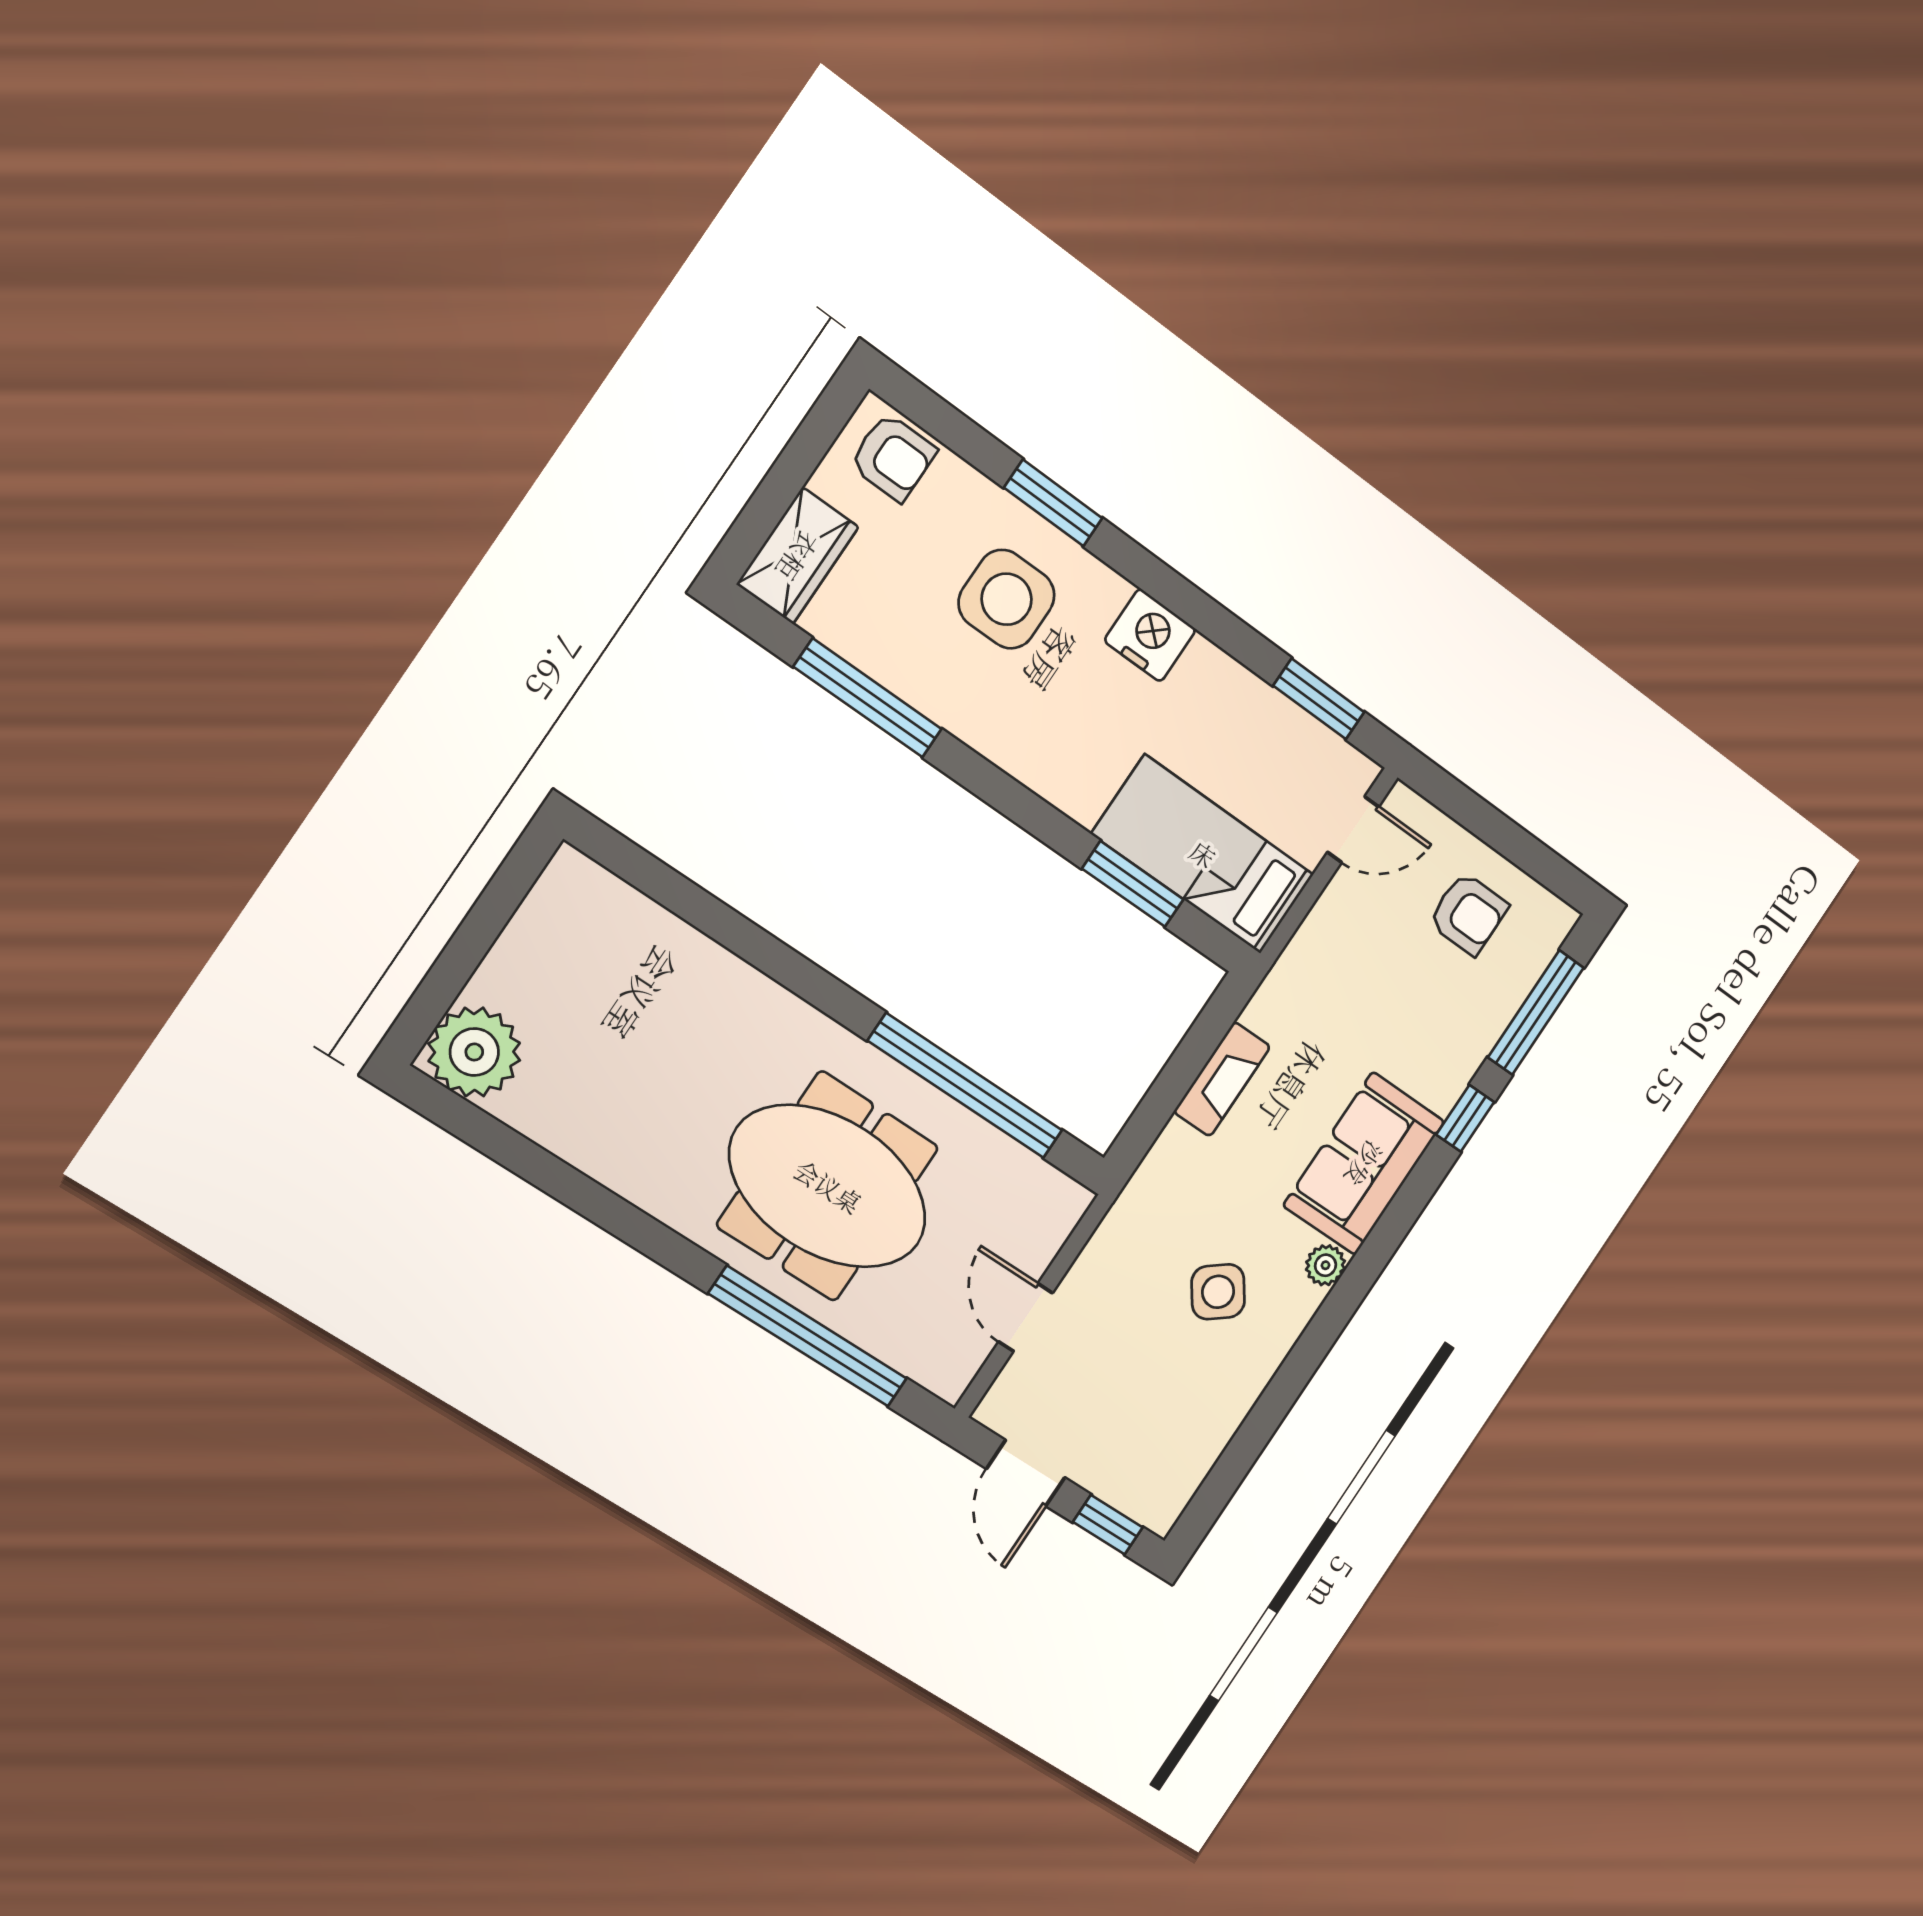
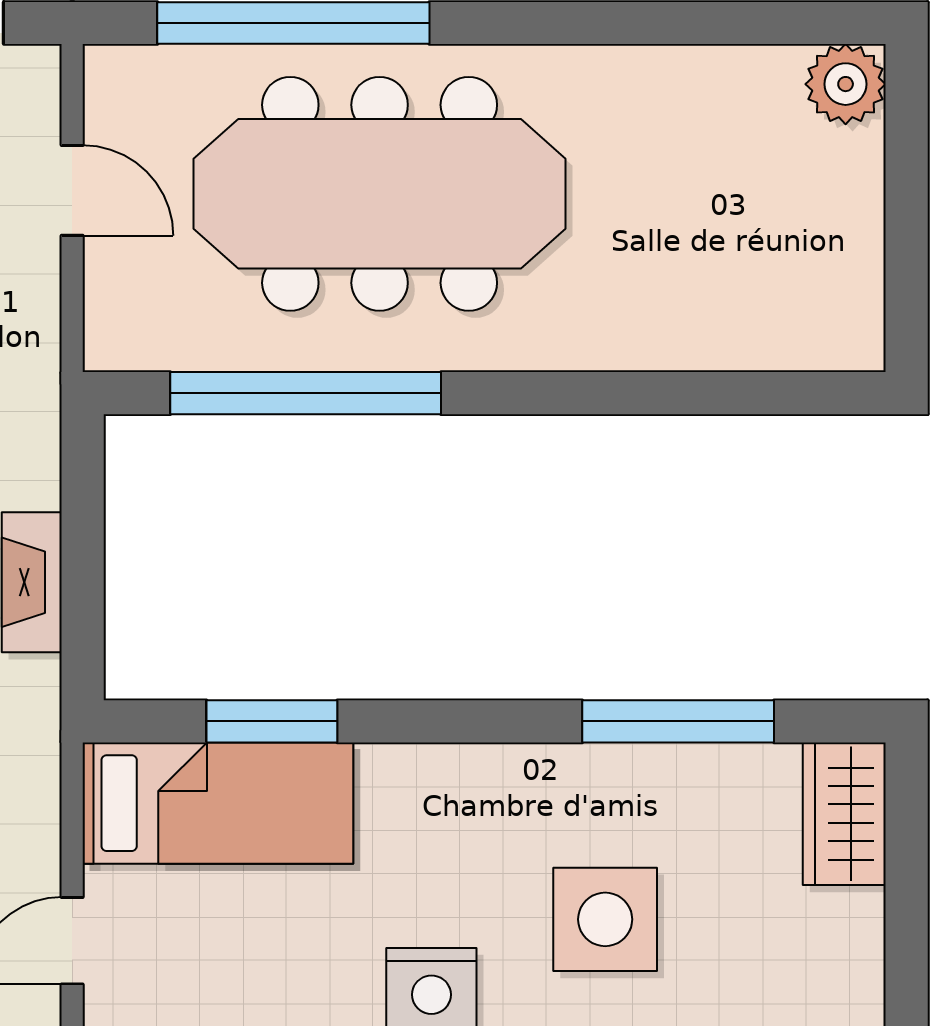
armchair: (893, 457) -> (816, 978), removed
plant: (474, 1052) -> (846, 84), width x0.73, depth x0.73
meeting table: (828, 1186) -> (380, 194), width x1.36

